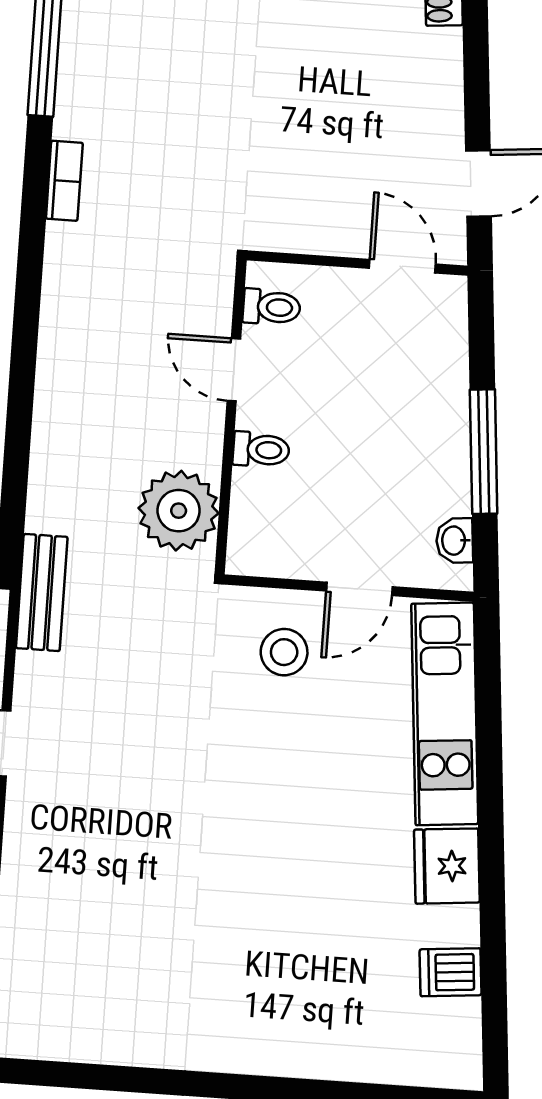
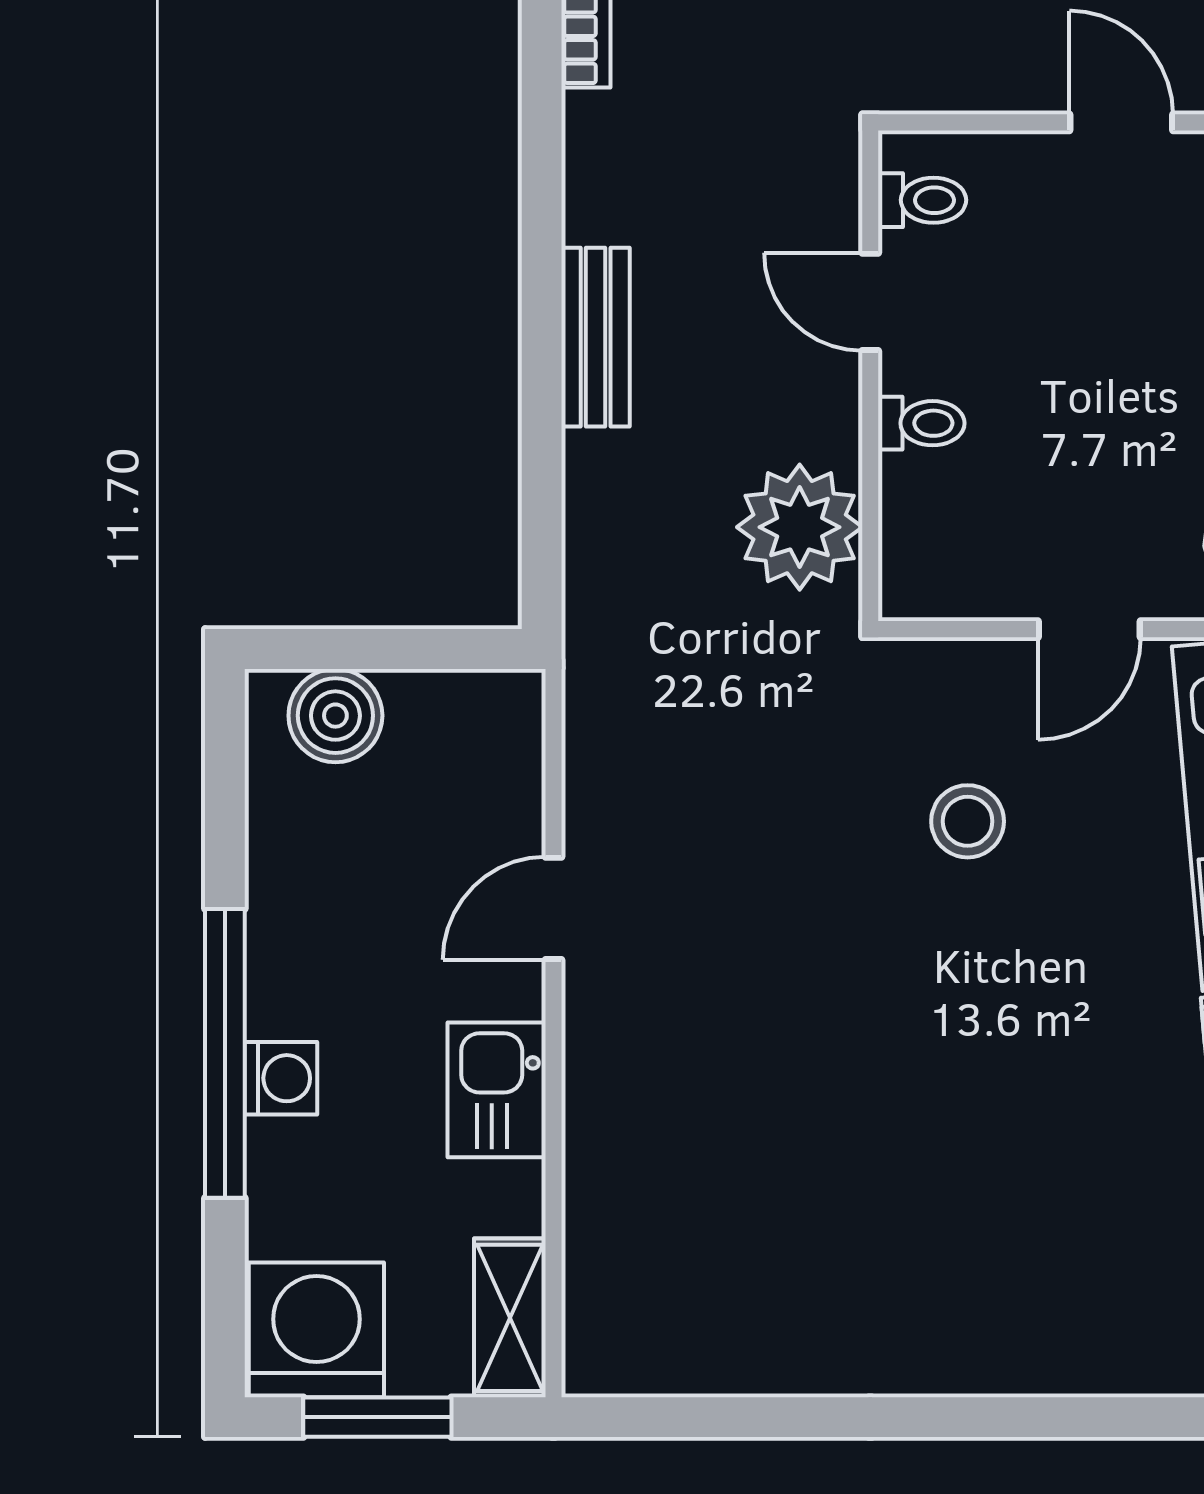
bench: (42, 592) -> (596, 337), moved
stool: (284, 652) -> (968, 821), moved

